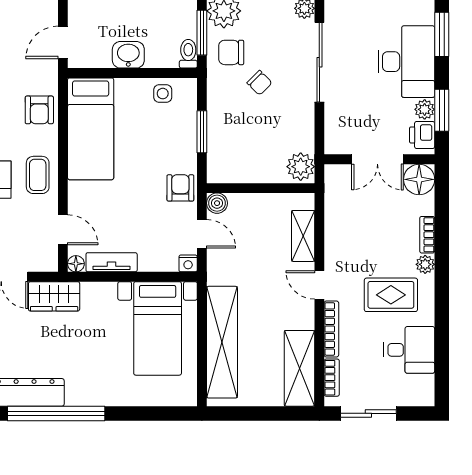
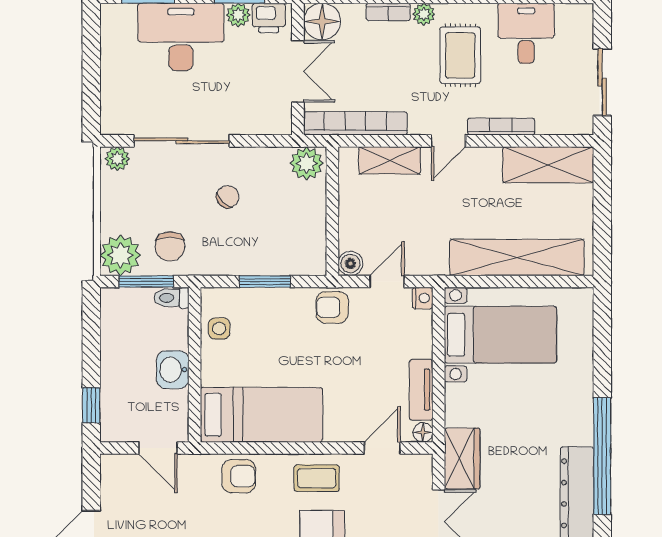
chair: (260, 83) -> (228, 197), moved
bookcase: (332, 378) -> (355, 123), moved, width x2.31, depth x1.31

